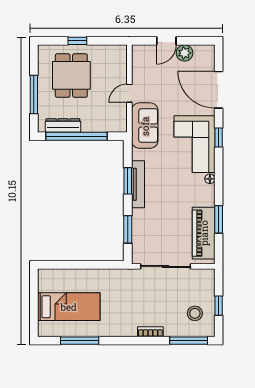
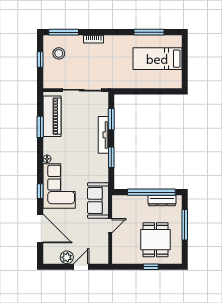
tv unit: (138, 184) -> (103, 135), moved

